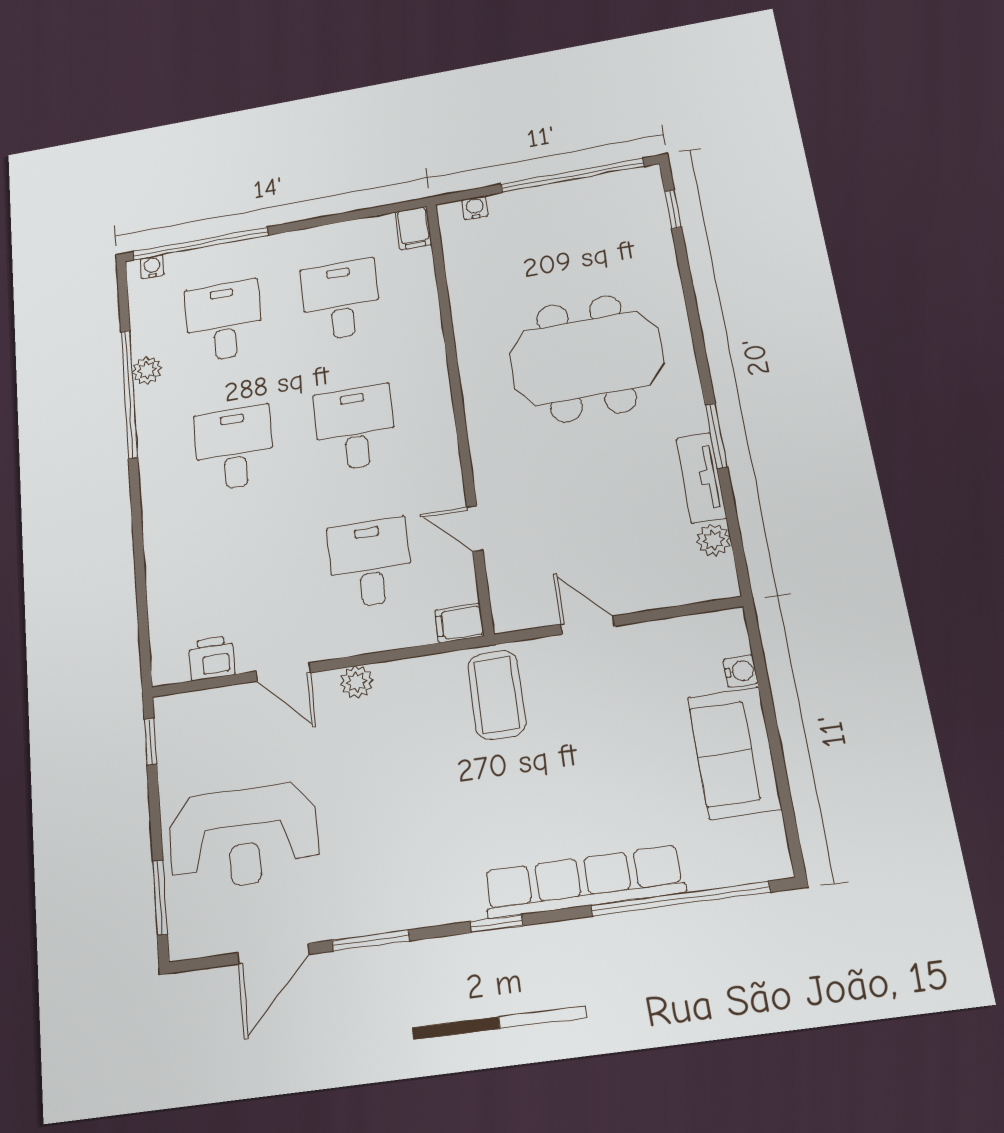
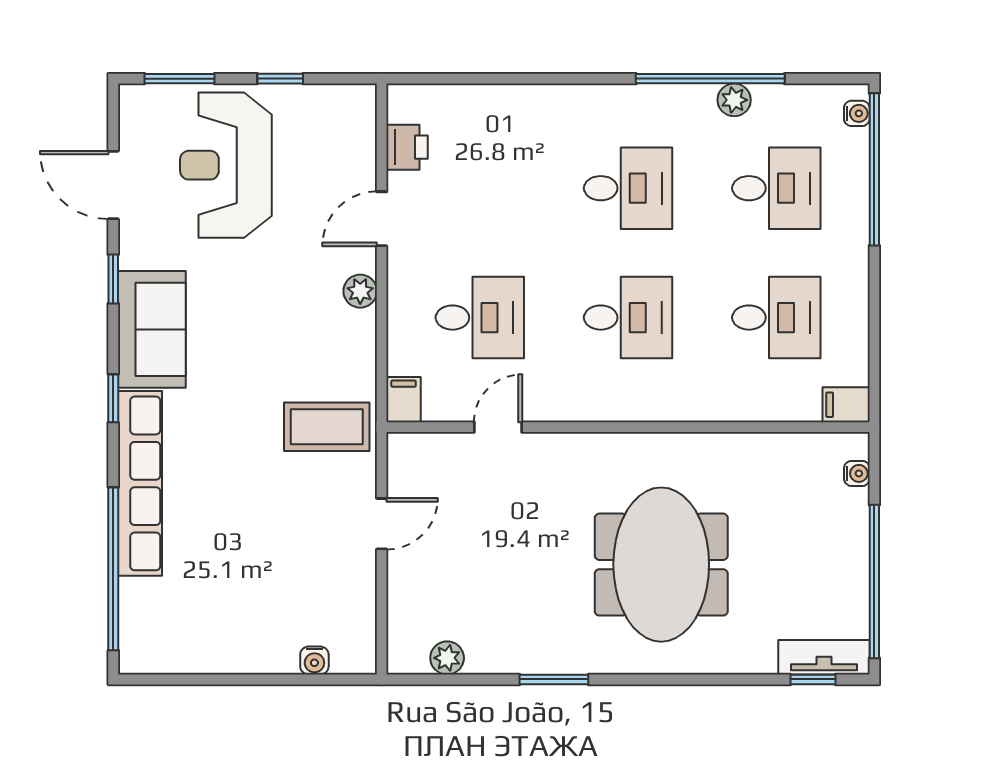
tv unit: (701, 478) -> (824, 657), moved
window: (150, 742) -> (280, 79), moved
sofa: (734, 753) -> (152, 329), moved, turned 90
window: (371, 941) -> (113, 279), width x0.67

